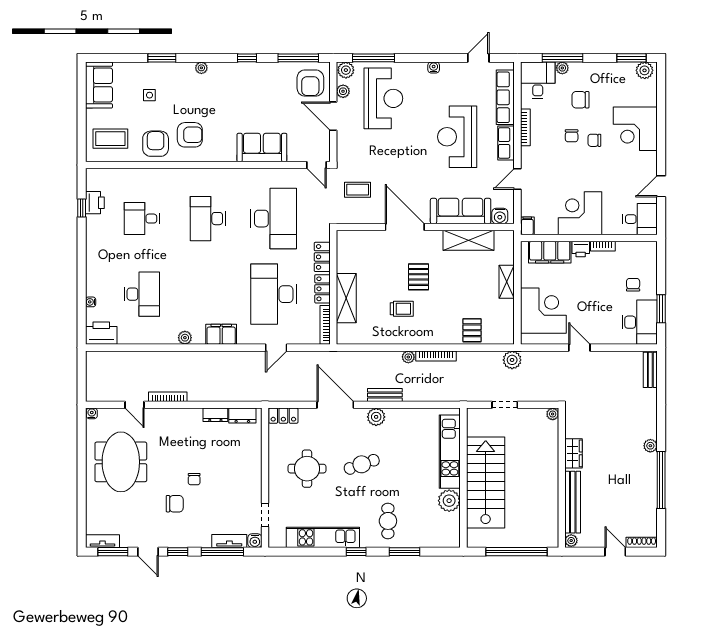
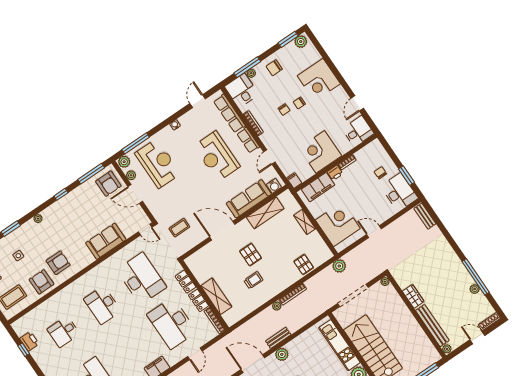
chair: (580, 100) -> (274, 68), moved
doorway: (505, 405) -> (353, 295), width x1.88
plant: (650, 446) -> (475, 289), moved

